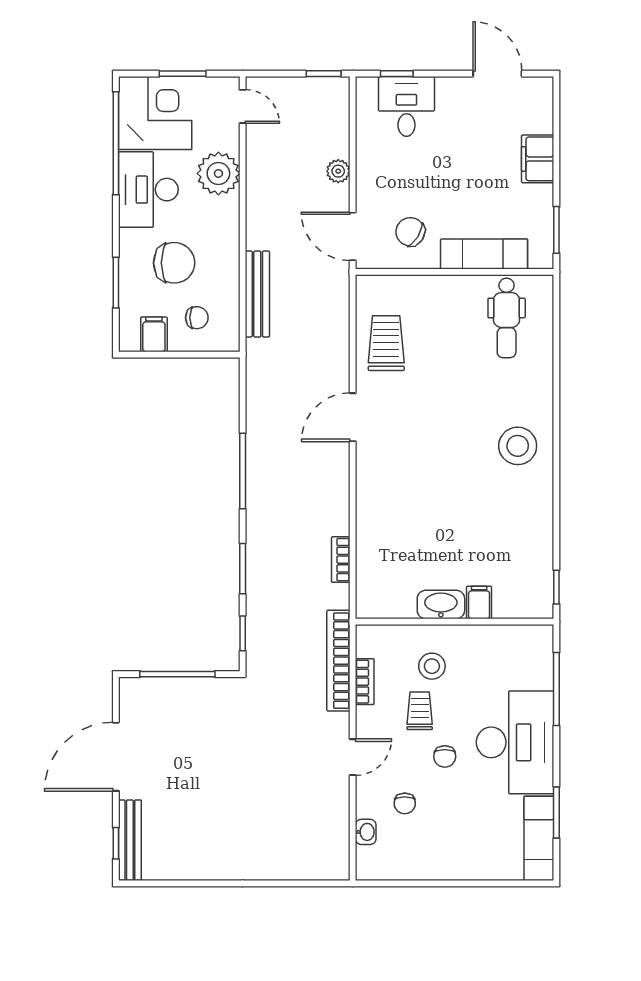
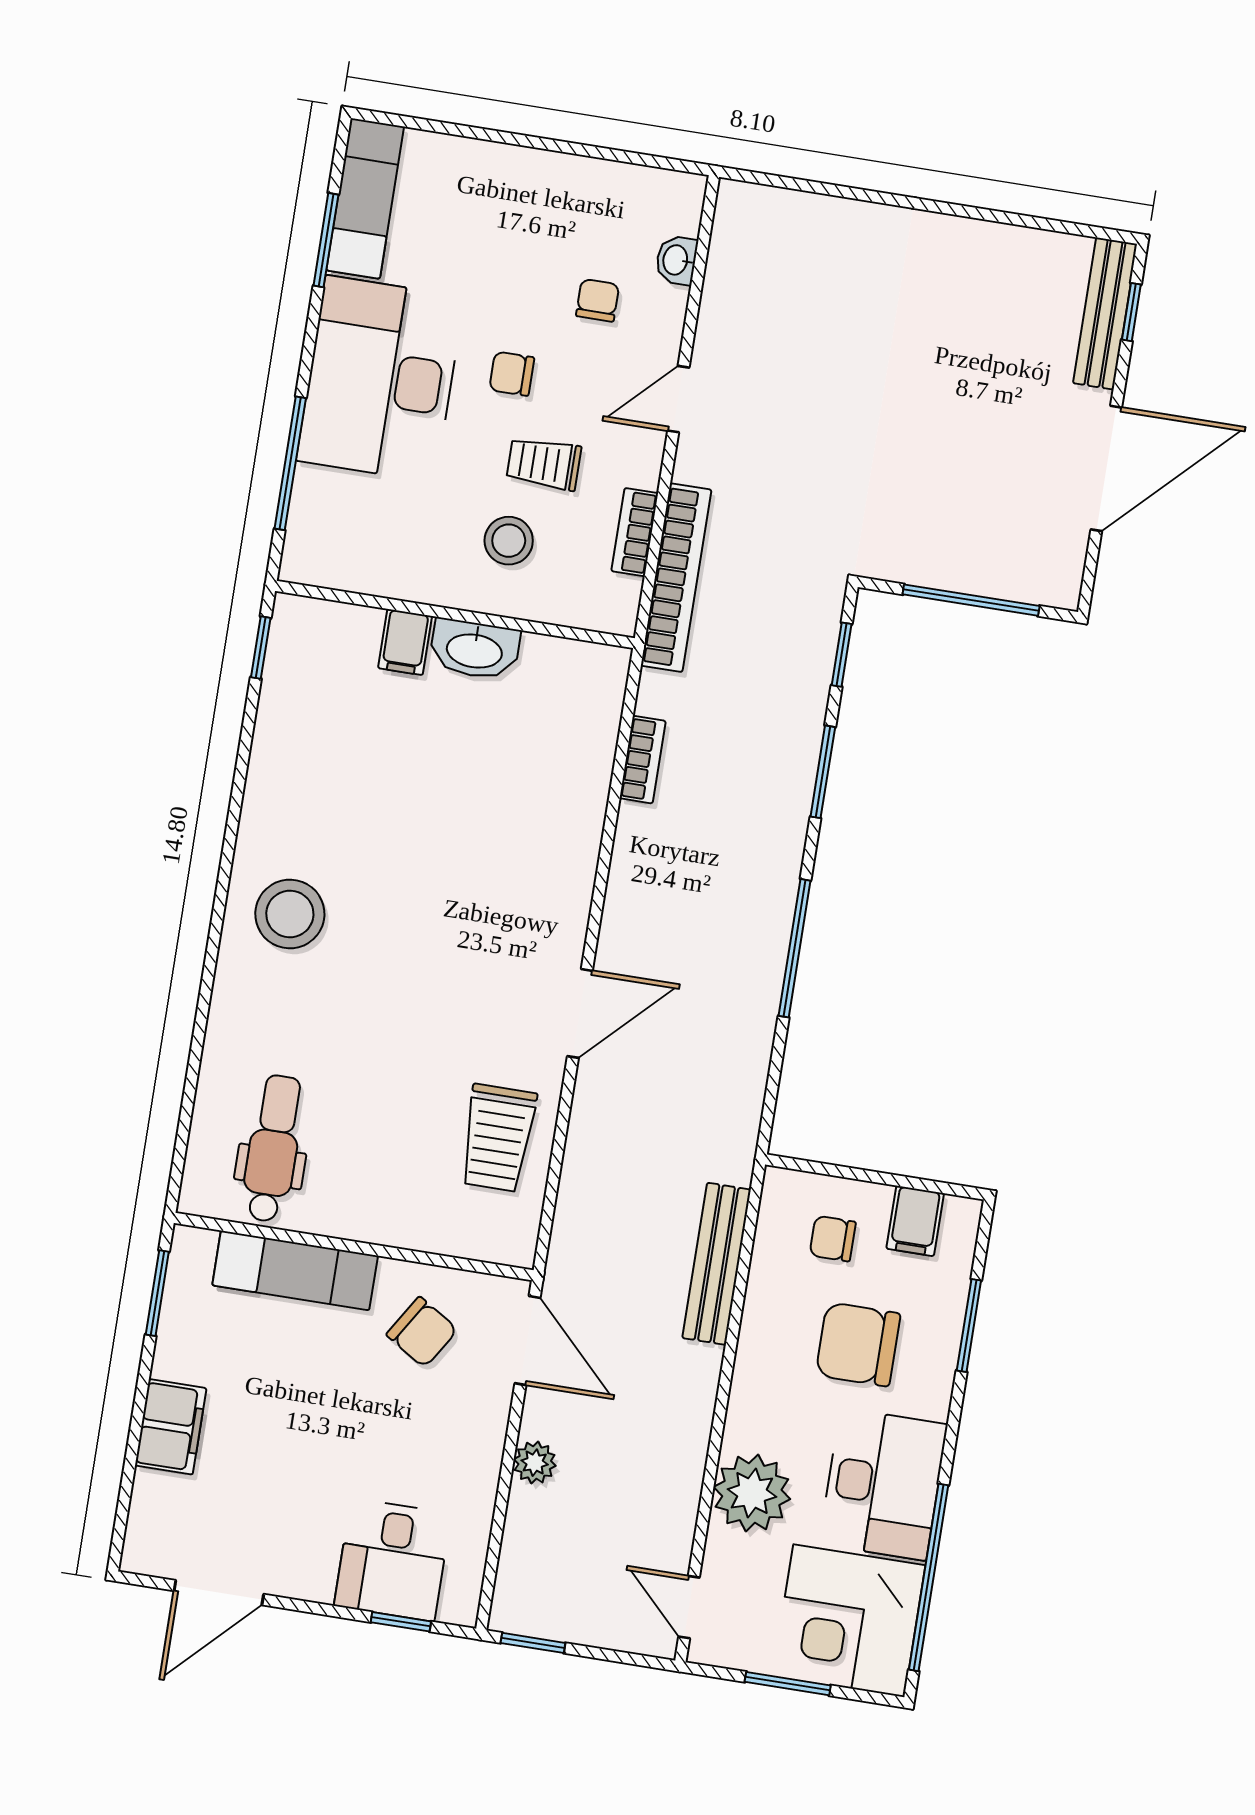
door: (497, 74) -> (219, 1593), hinge flipped
trolley: (420, 711) -> (544, 464), turned 90
chair: (445, 756) -> (512, 374), turned -90

